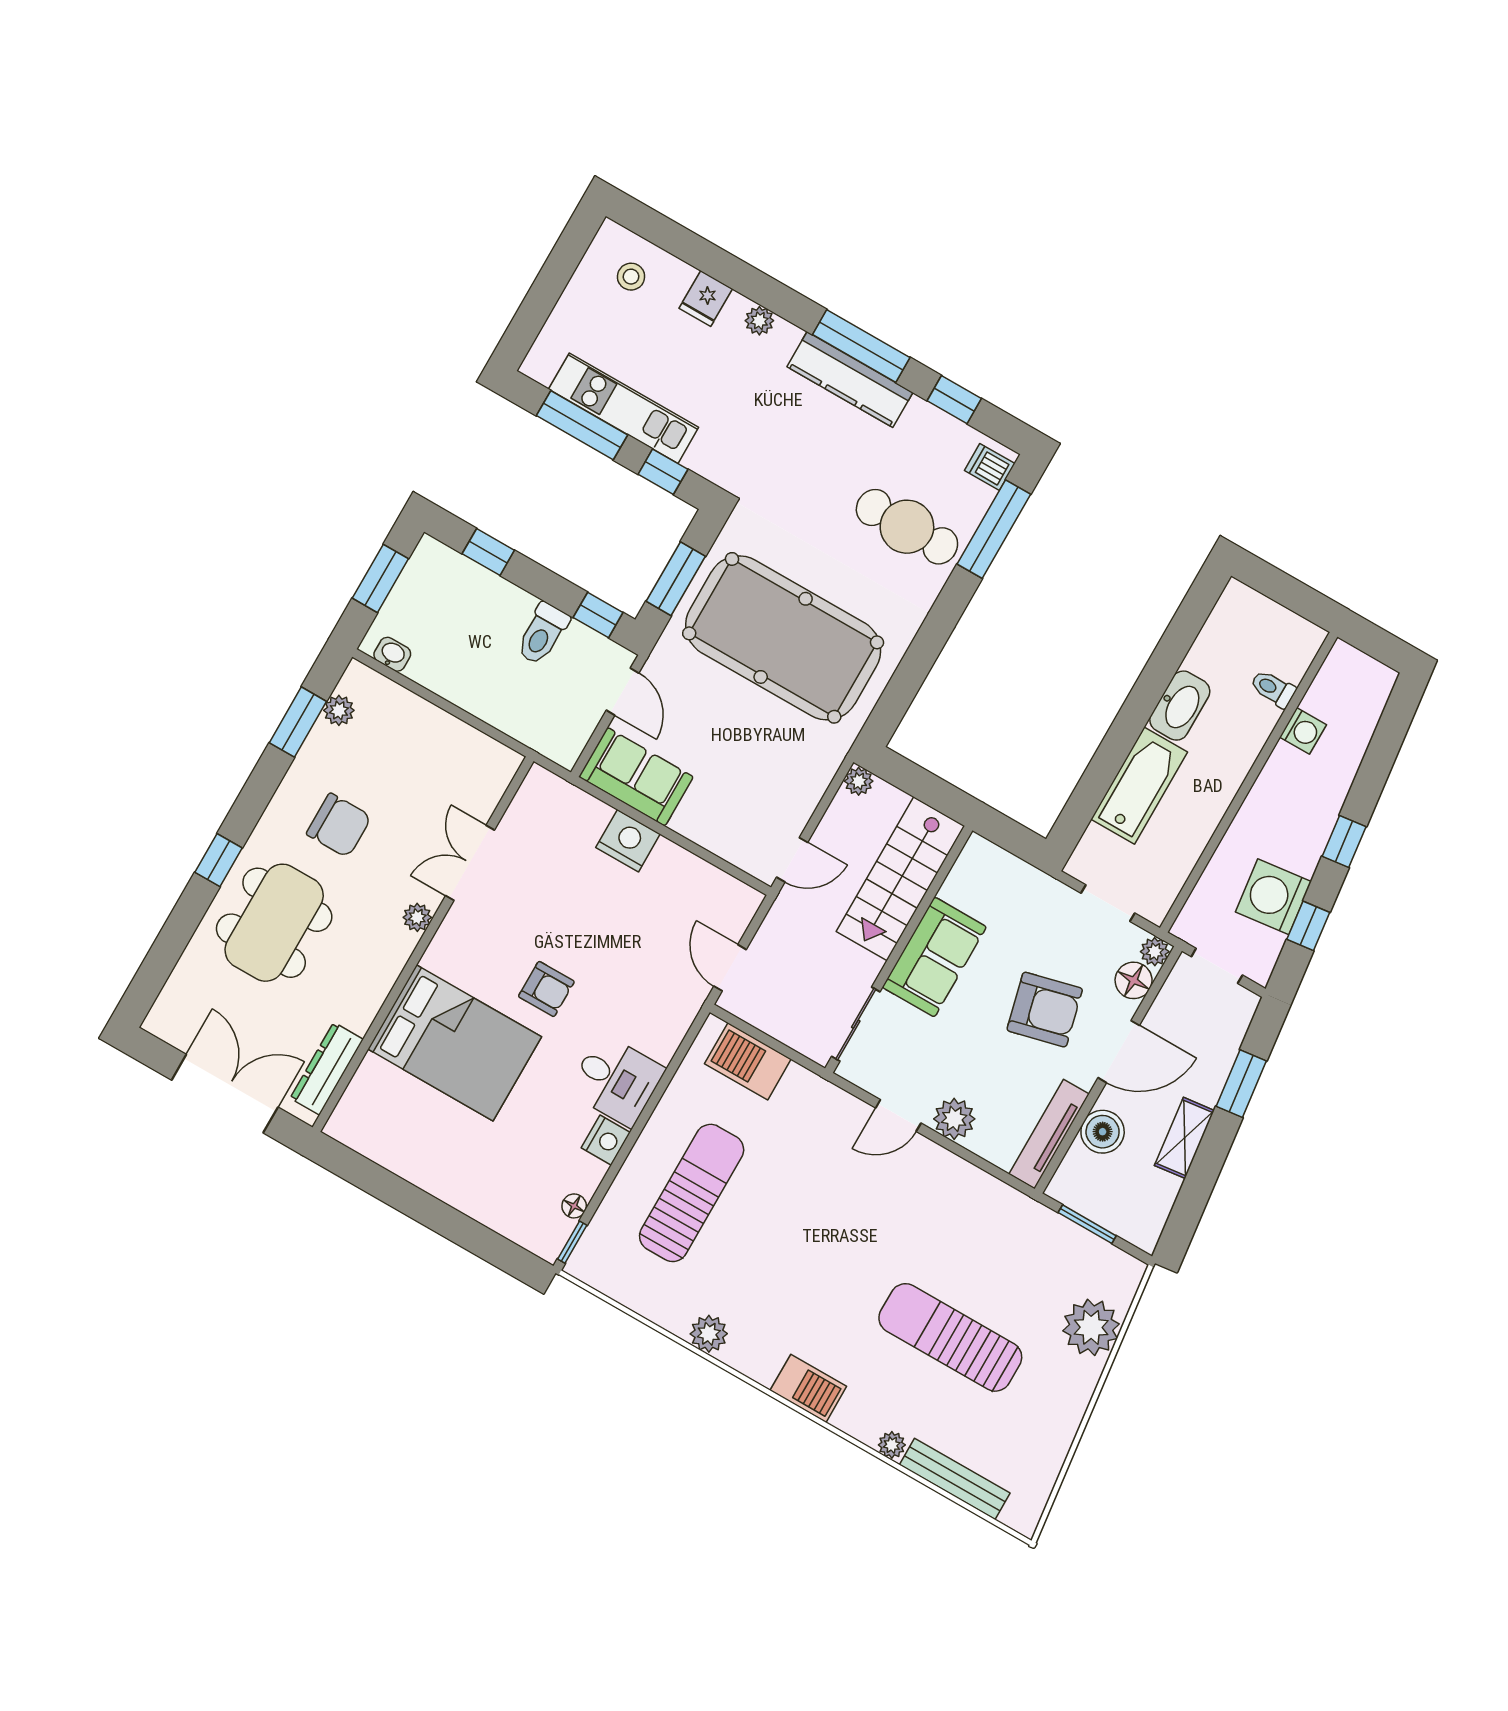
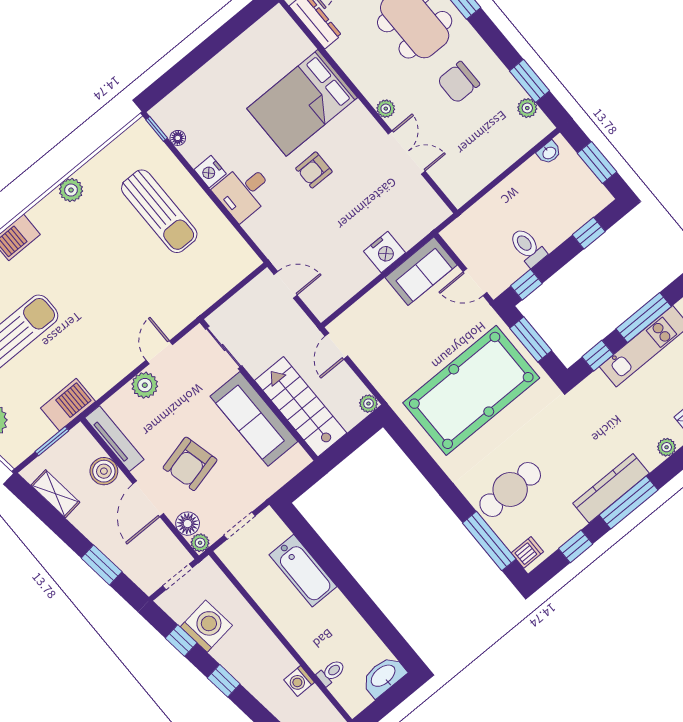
washbasin: (1180, 706) -> (384, 676), moved, turned 90
sofa: (934, 957) -> (254, 419), width x1.36
barbecue: (748, 1061) -> (68, 405), moved
shelving: (1184, 1138) -> (55, 494), moved

